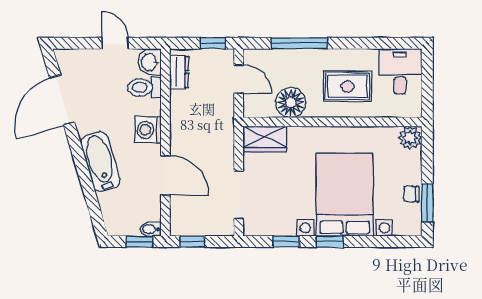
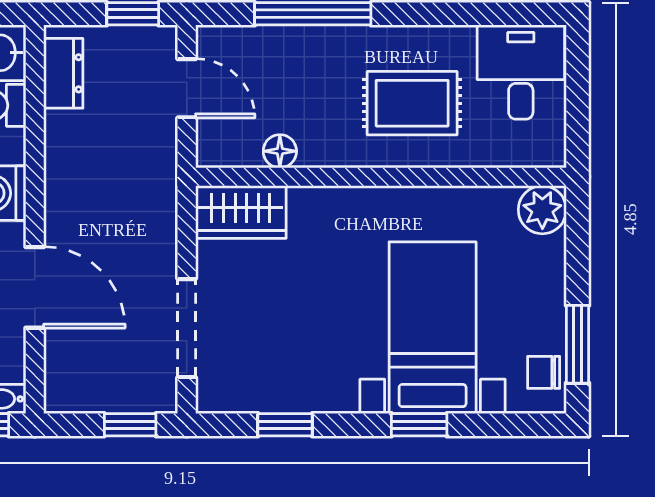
floor lamp: (291, 102) -> (280, 151), width x0.53, depth x0.53
chair: (411, 194) -> (544, 372), moved
bed with nightstands: (345, 195) -> (433, 328), width x0.73
window: (192, 242) -> (130, 425), moved
window: (330, 242) -> (419, 425), moved

